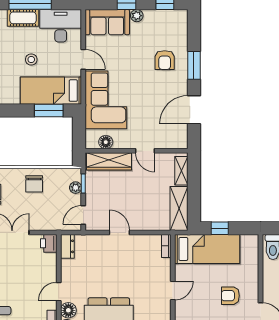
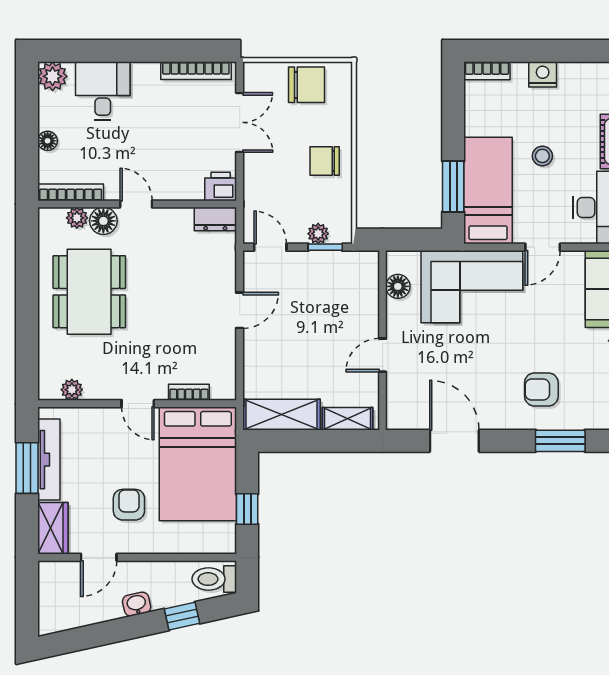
window: (194, 65) -> (560, 441), moved
wardrobe: (109, 161) -> (364, 292), removed
window: (220, 228) -> (247, 509), moved
bookcase: (166, 246) -> (189, 392), moved
bed: (207, 249) -> (198, 464), width x1.50

